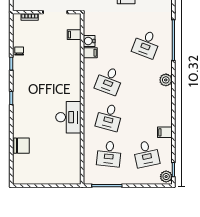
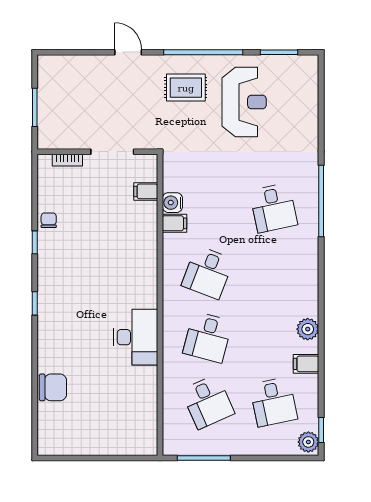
desk: (146, 44) -> (273, 208), turned -33
plant: (166, 80) -> (308, 329), moved
desk: (109, 154) -> (208, 402), turned -30

